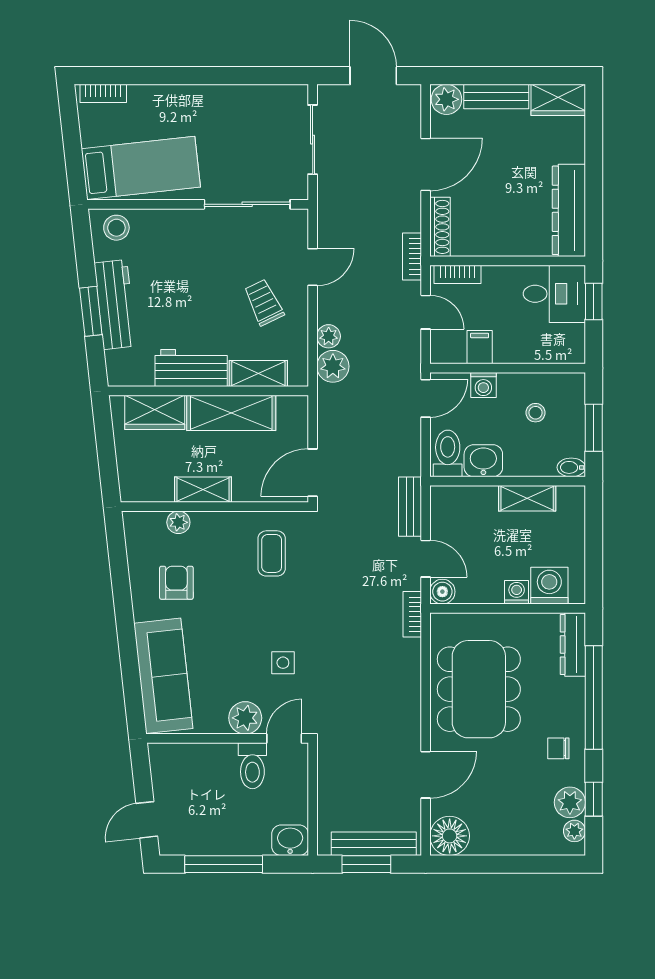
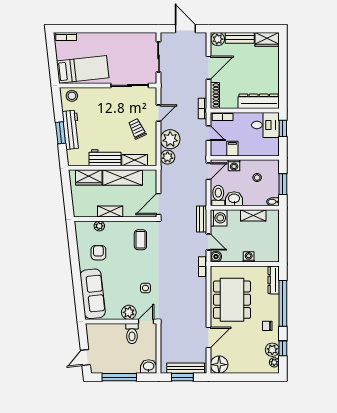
dresser: (569, 210) -> (259, 101), moved, turned 90
plant: (329, 336) -> (170, 139), width x1.87, depth x1.87
washing machine: (549, 586) -> (219, 218), moved, turned 90

